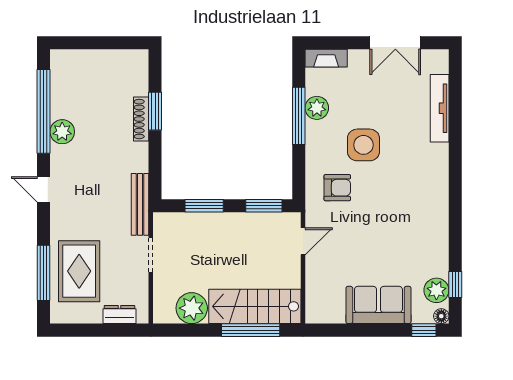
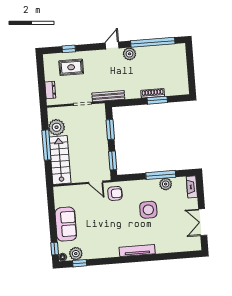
tv unit: (440, 108) -> (137, 250), moved
plant: (62, 132) -> (129, 54), moved
armchair: (337, 188) -> (115, 193), moved, turned -90
rug: (79, 271) -> (71, 67), width x0.73, depth x0.70
window: (44, 273) -> (69, 49), width x0.46
window: (251, 330) -> (46, 145), moved

